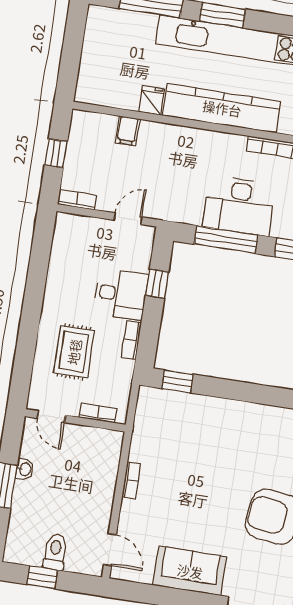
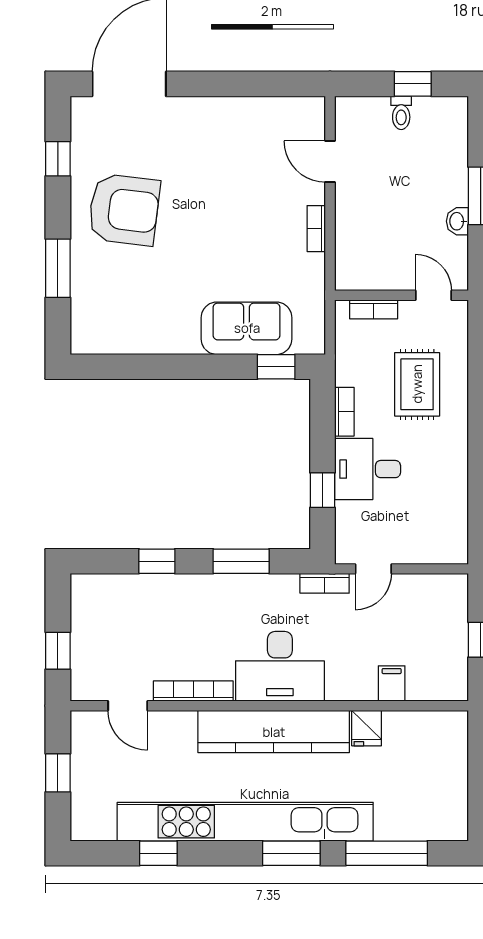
bookcase: (77, 200) -> (325, 583), moved
desk: (239, 206) -> (280, 666), moved, turned 180
window: (226, 240) -> (241, 561), width x0.69
door: (110, 550) -> (330, 162), moved
toilet: (55, 552) -> (401, 113), width x0.73, depth x0.72
sofa: (190, 571) -> (247, 328), moved, turned 180

